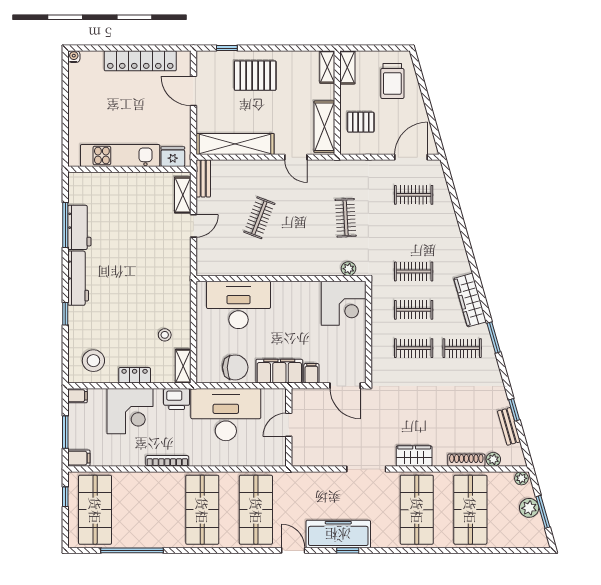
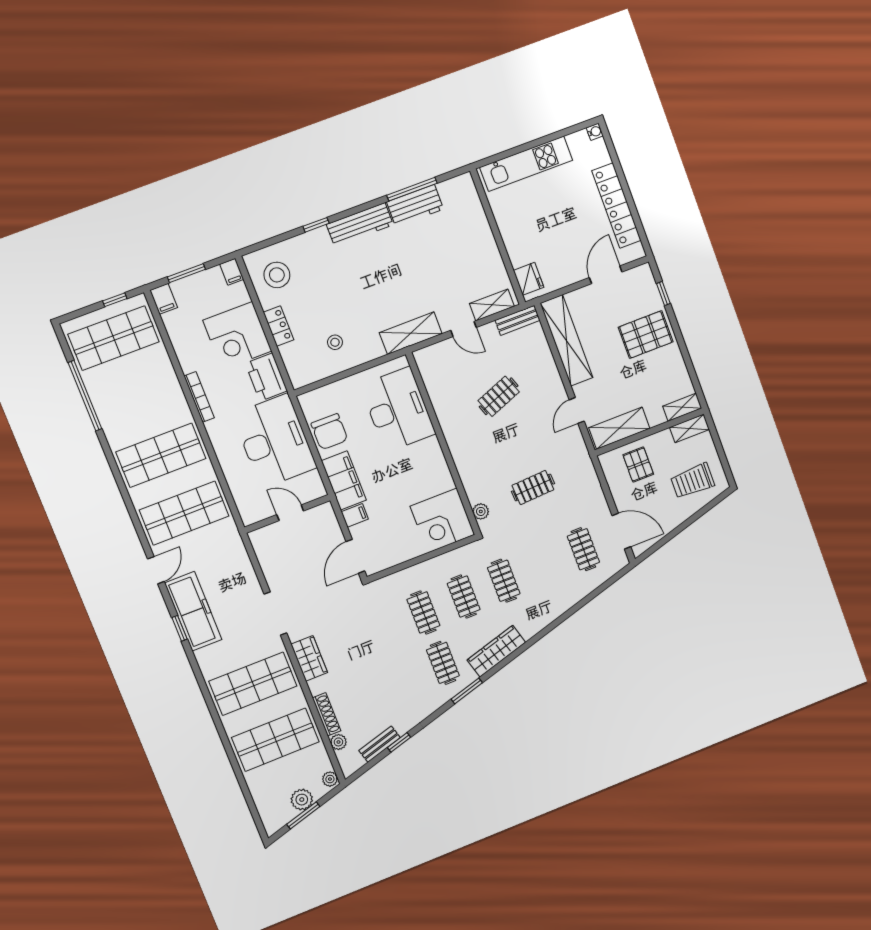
pallet: (255, 76) -> (646, 335), turned 90
kitchen unit: (120, 156) -> (526, 164), moved, turned 90
clothes rail: (259, 218) -> (499, 396), turned -42
shelving: (183, 366) -> (411, 333), moved, width x1.50, depth x1.33
printer: (177, 399) -> (266, 377), width x1.37, depth x1.19

